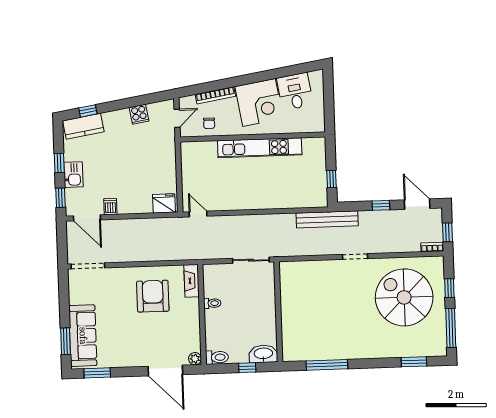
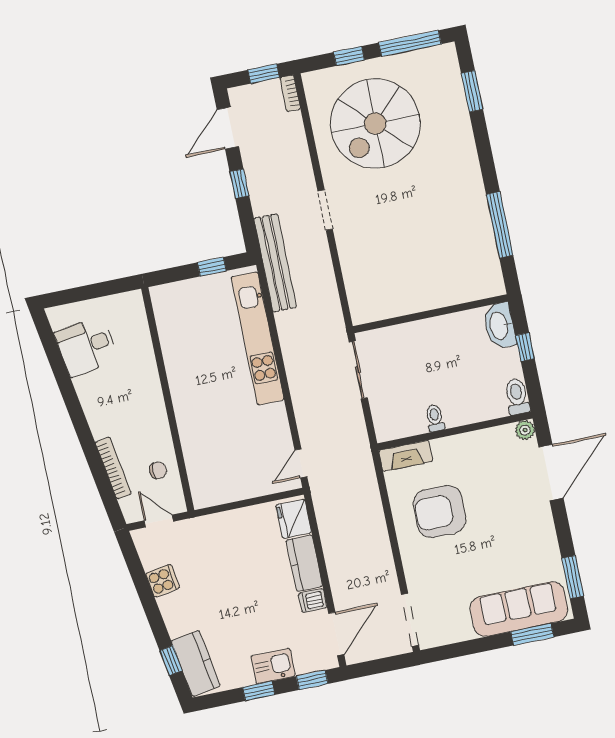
corner desk: (259, 102) -> (113, 399), removed
kitchen unit: (260, 148) -> (258, 338), moved, turned 180
kitchen counter: (135, 205) -> (304, 563), added

